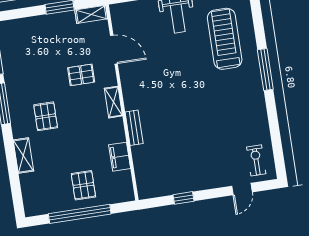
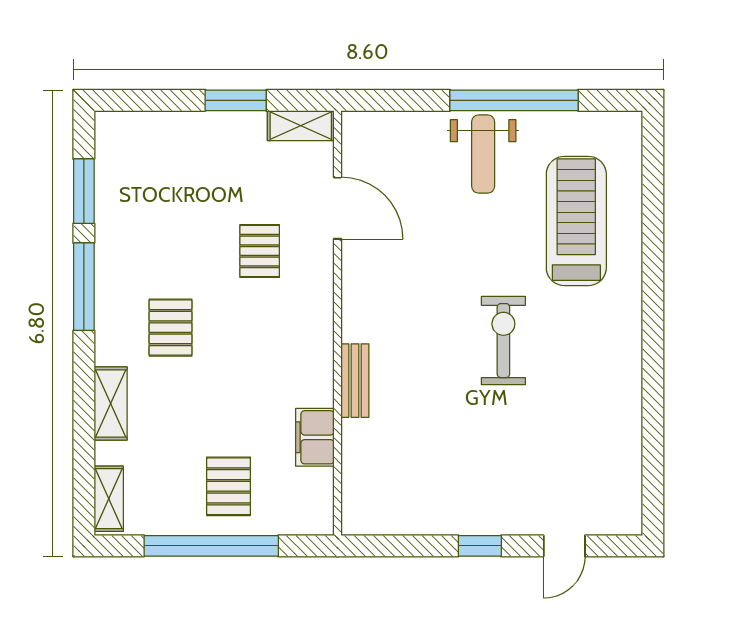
window: (265, 70) -> (653, 299), removed
pallet: (81, 75) -> (260, 251), turned 90
shelving: (113, 102) -> (109, 499), moved
exercise bike: (256, 160) -> (503, 341), moved, width x1.38, depth x1.39
window: (184, 198) -> (480, 546), moved

